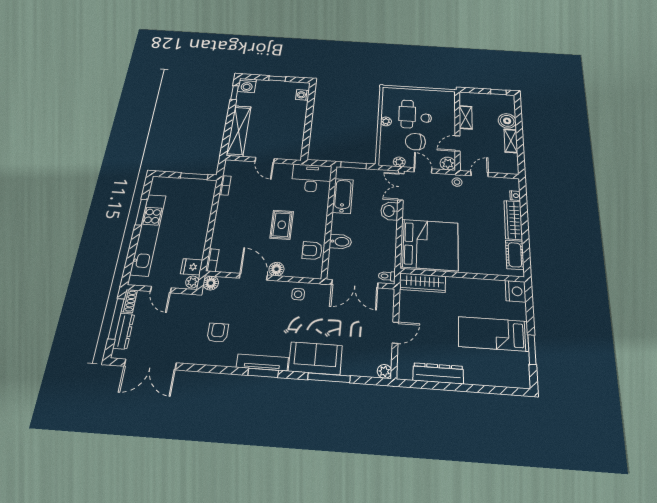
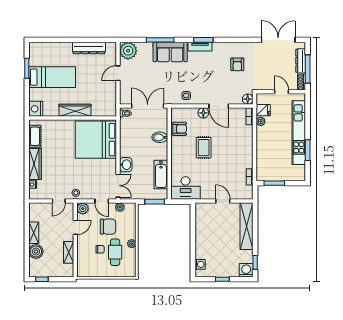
plant: (192, 282) -> (261, 121), moved
wardrobe: (422, 283) -> (75, 110), moved
tv unit: (262, 362) -> (200, 47), width x0.71
plant: (384, 371) -> (128, 51), width x1.88, depth x1.88

